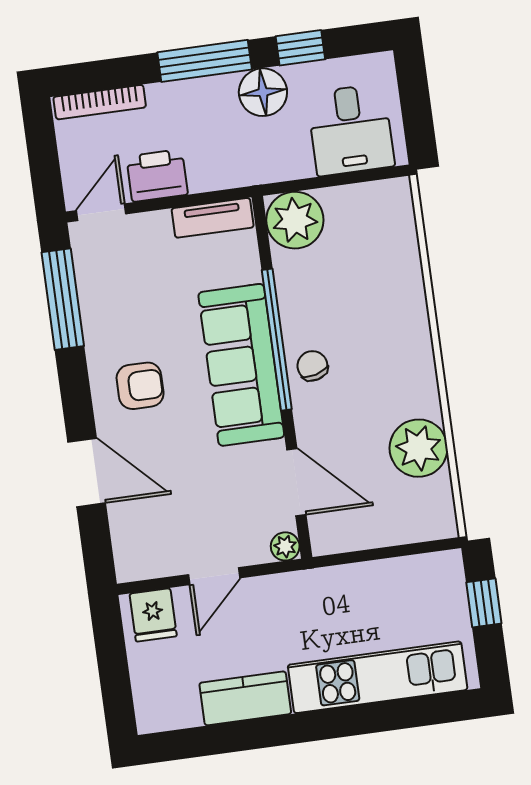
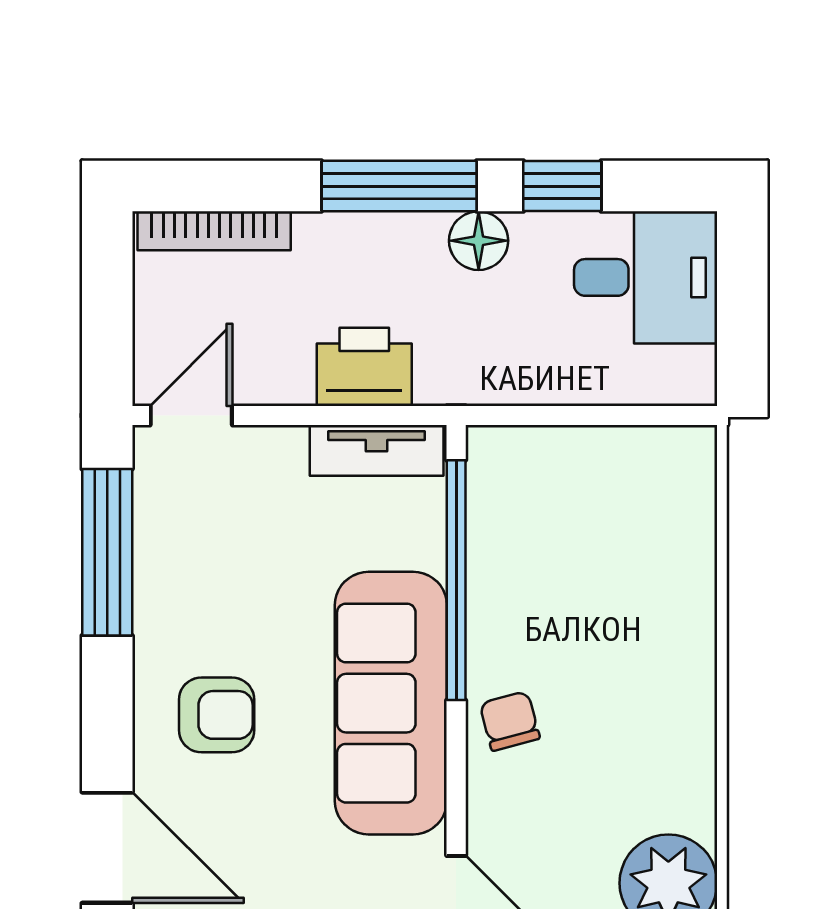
floor lamp: (263, 92) -> (479, 241), width x0.73, depth x0.73
desk: (351, 130) -> (646, 277), moved, turned -90
printer: (157, 176) -> (364, 367), moved
plant: (295, 220) -> (514, 473), removed
window: (277, 340) -> (456, 580), moved

